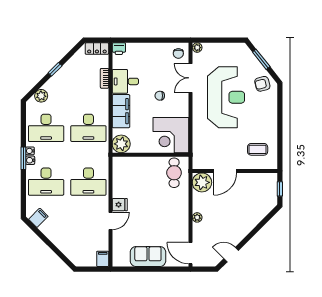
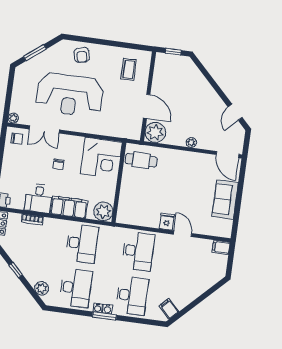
armchair: (262, 84) -> (82, 55), moved
reception desk: (226, 97) -> (70, 95), turned 180
door: (190, 253) -> (228, 155), hinge flipped

